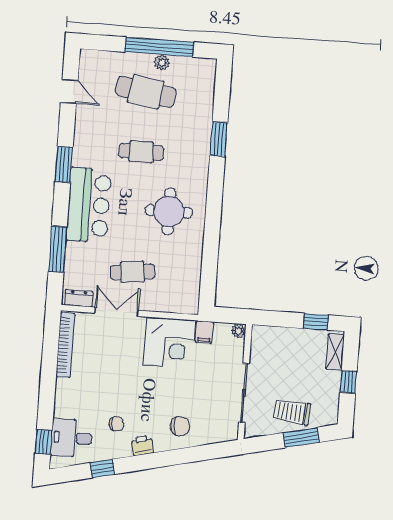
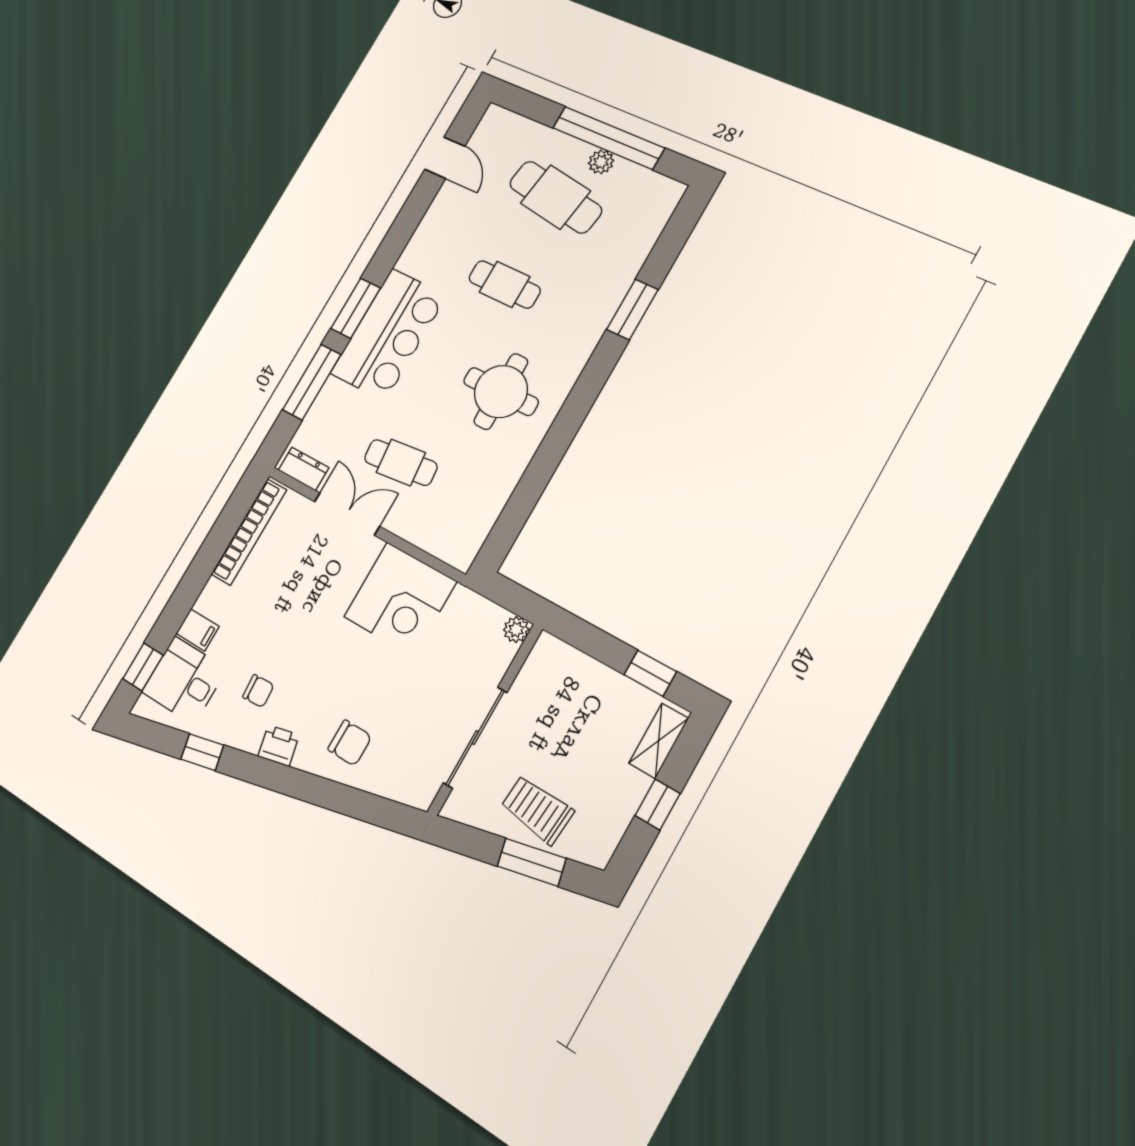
window: (64, 164) -> (356, 308), moved
filing cabinet: (204, 332) -> (198, 630), moved, turned -90

